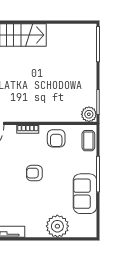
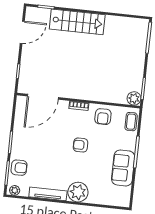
plant: (57, 226) -> (78, 192), moved

